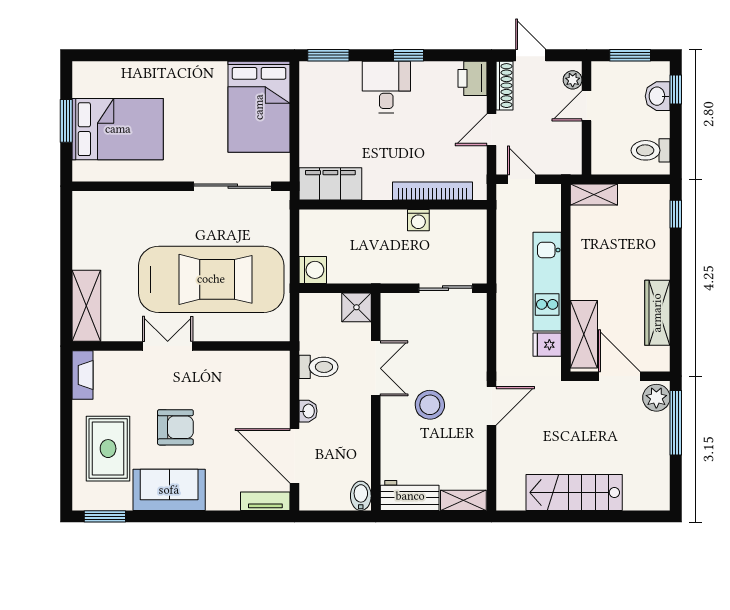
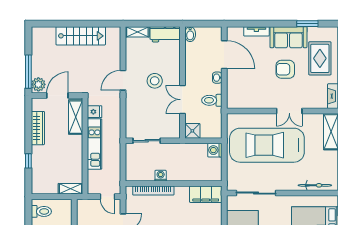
bicycle: (118, 201) -> (315, 185), added
window: (676, 214) -> (28, 161), moved
door: (619, 376) -> (57, 96), swing flipped
tv unit: (265, 501) -> (256, 31), moved
window: (105, 516) -> (307, 24), moved

